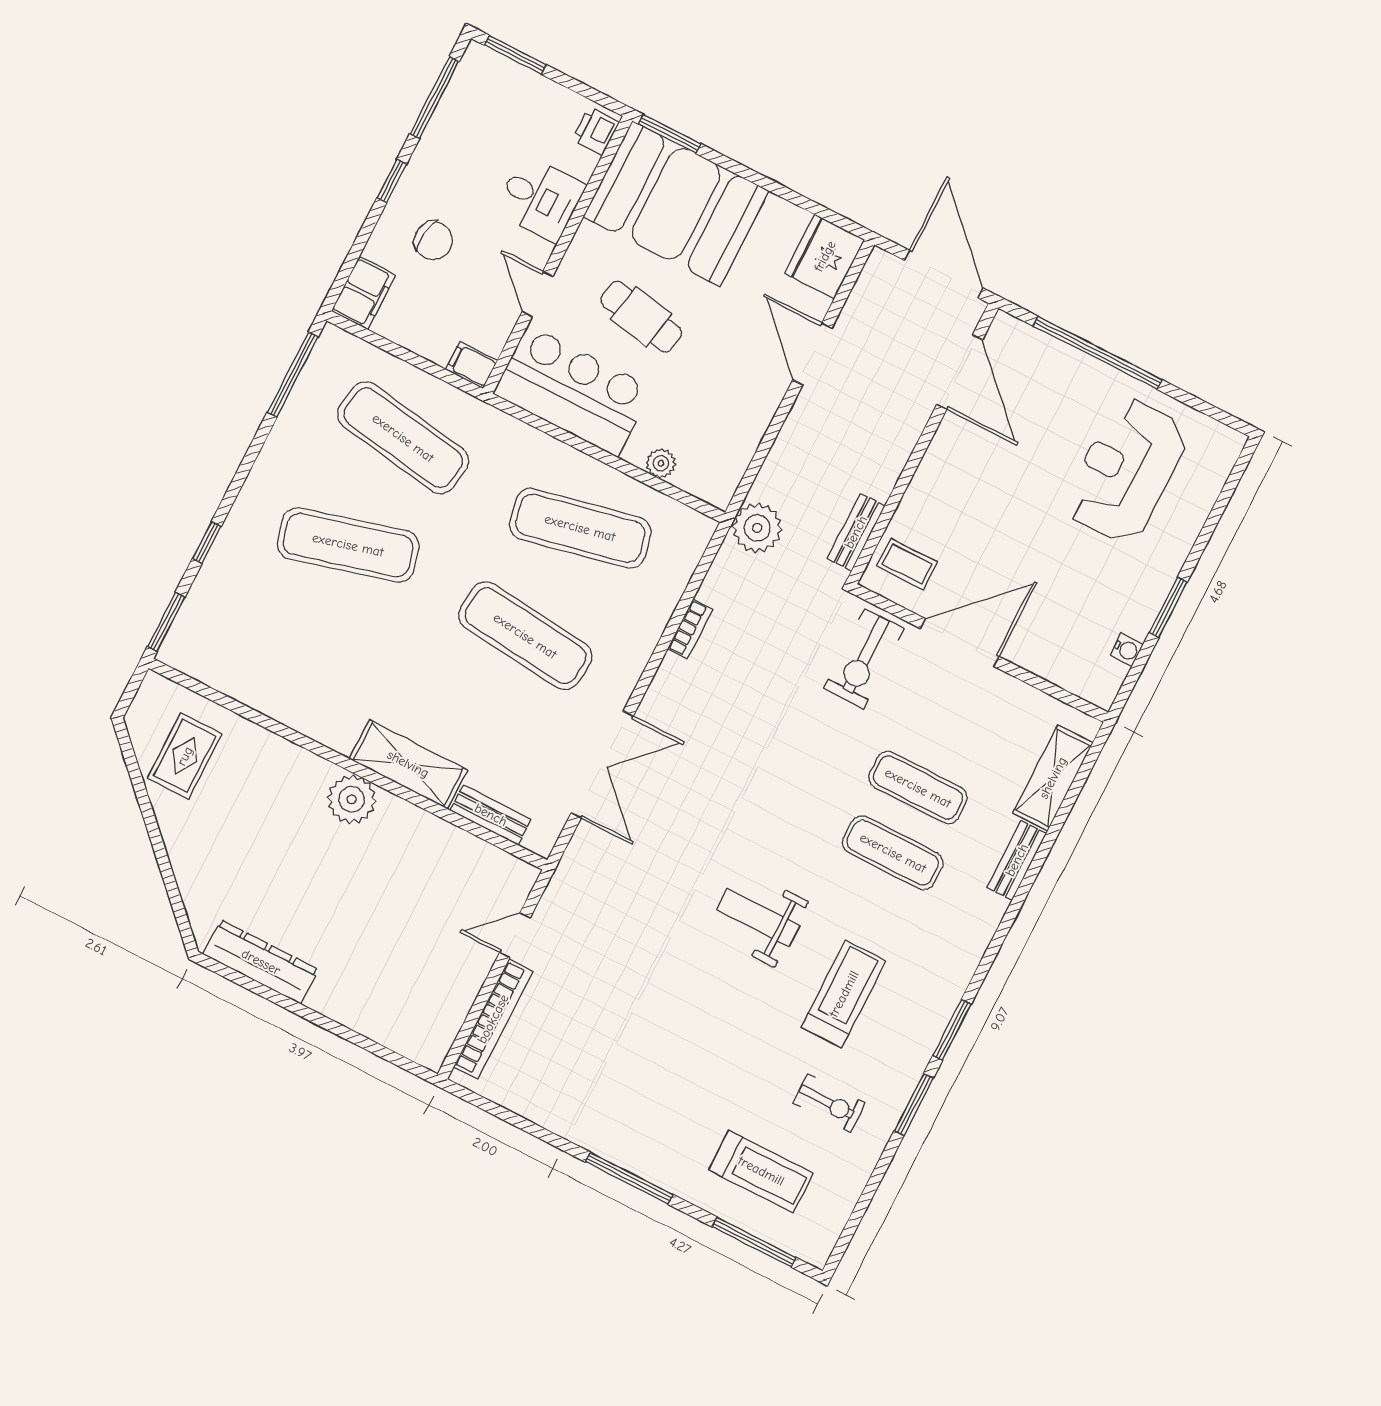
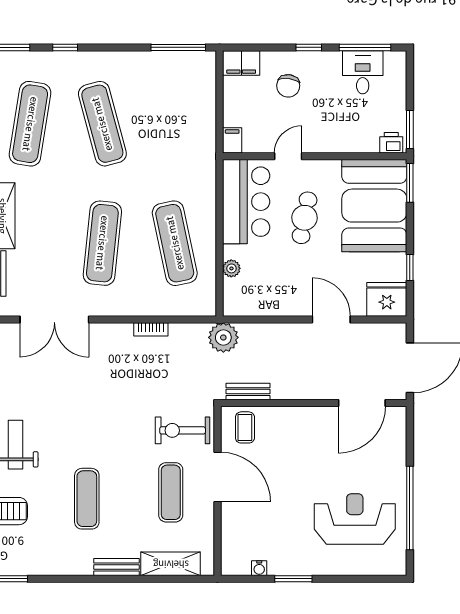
window: (515, 55) -> (410, 129), moved
window: (795, 198) -> (410, 268), added
desk: (540, 199) -> (363, 72), moved, turned 180
window: (1098, 353) -> (410, 508), moved
door: (812, 354) -> (331, 319), hinge flipped
exercise mat: (403, 438) -> (30, 124), moved
exercise mat: (918, 788) -> (171, 492), moved

